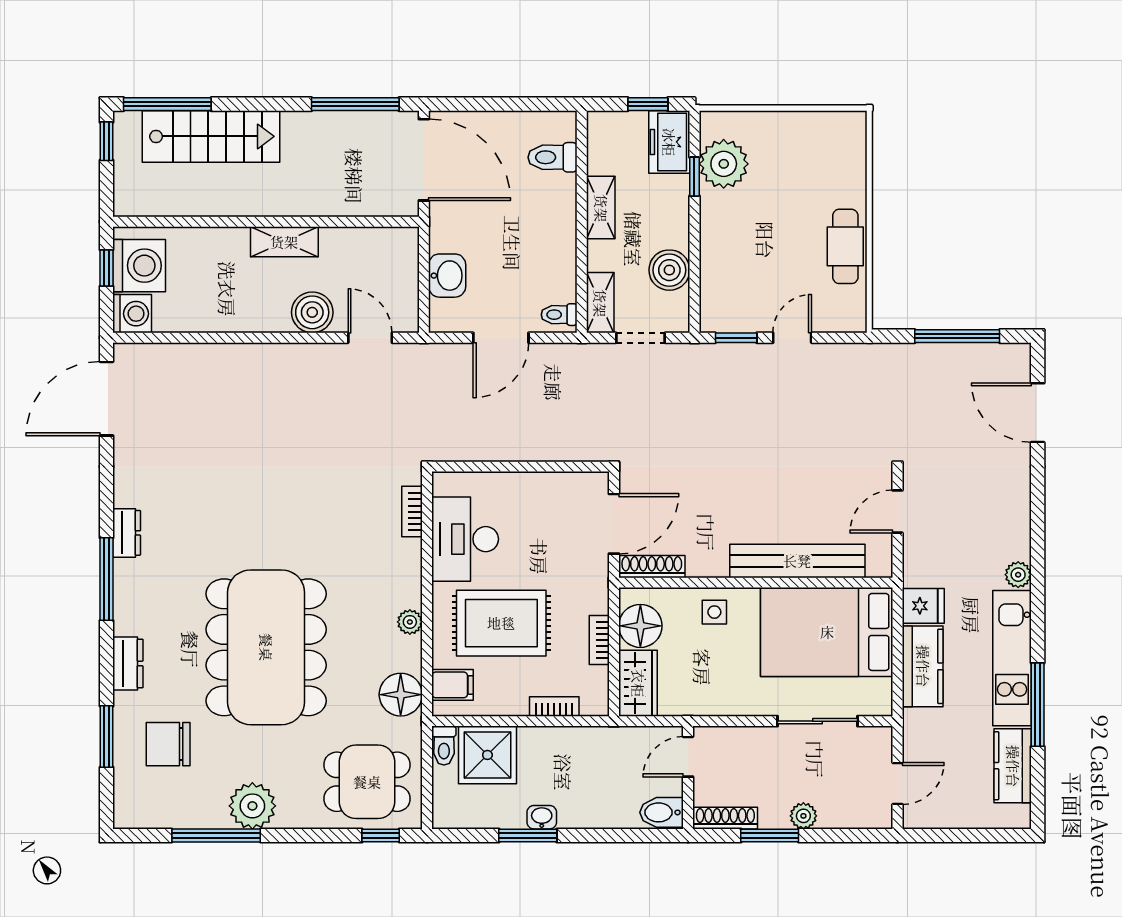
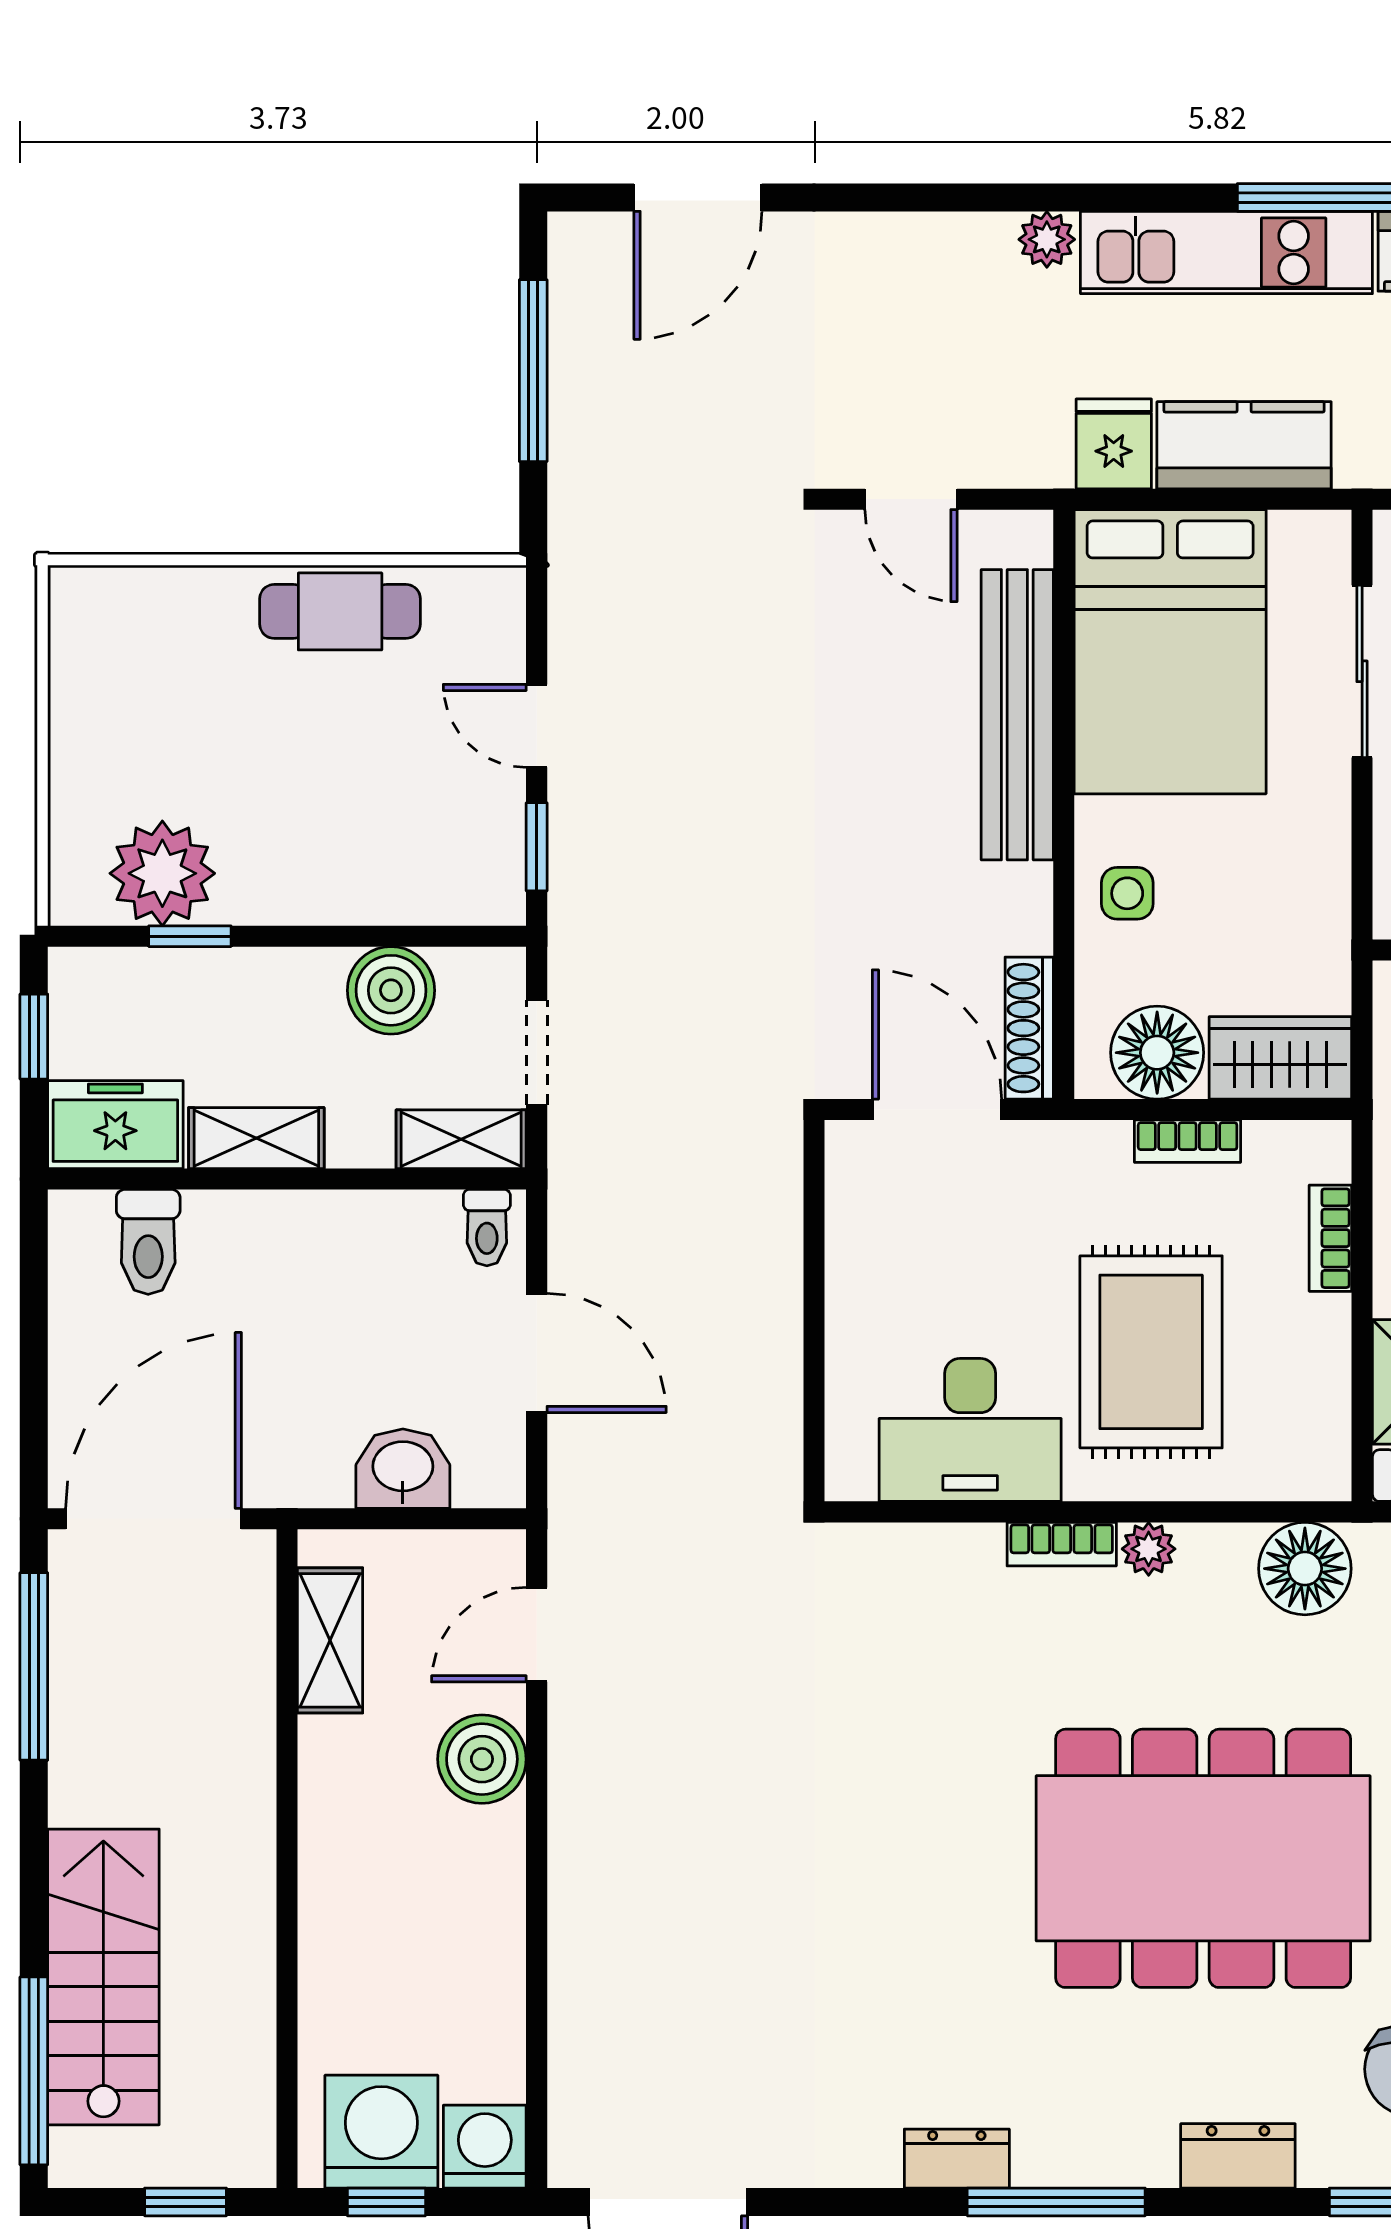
window: (106, 141) -> (185, 2202), moved
freezer: (669, 142) -> (115, 1125), moved, turned 180
shelving: (284, 242) -> (330, 1640), moved
bookcase: (412, 512) -> (1062, 1544), moved
filing cabinet: (453, 685) -> (1284, 1457), removed

